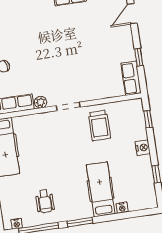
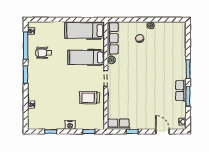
hospital bed: (101, 189) -> (86, 57), moved, turned 180

